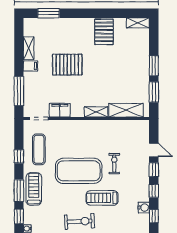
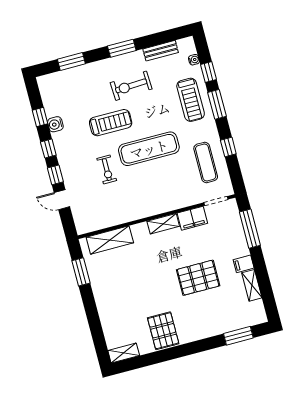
window: (154, 66) -> (90, 305), removed
shelving: (96, 112) -> (163, 224), moved
exercise mat: (79, 171) -> (149, 149), width x0.68
treadmill: (34, 189) -> (191, 100), moved

